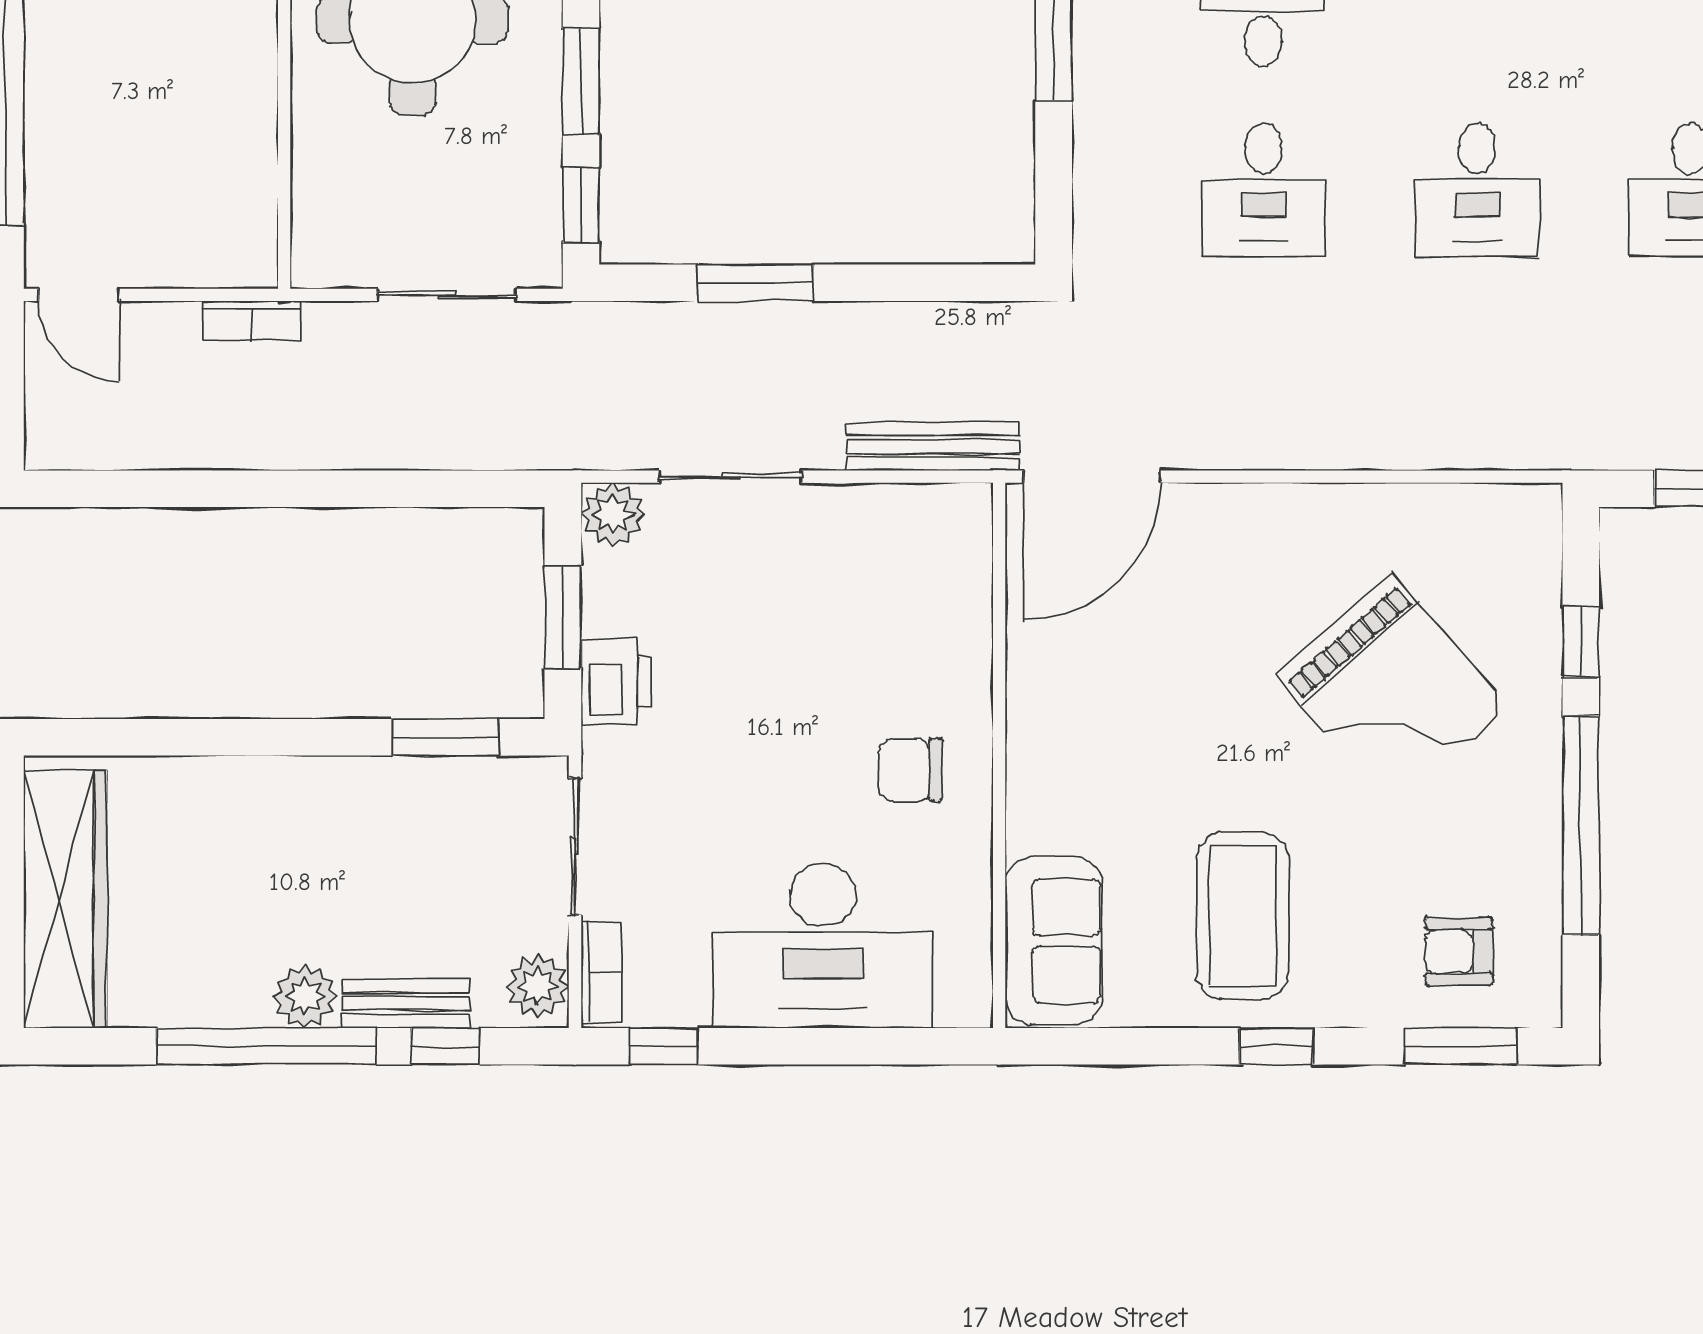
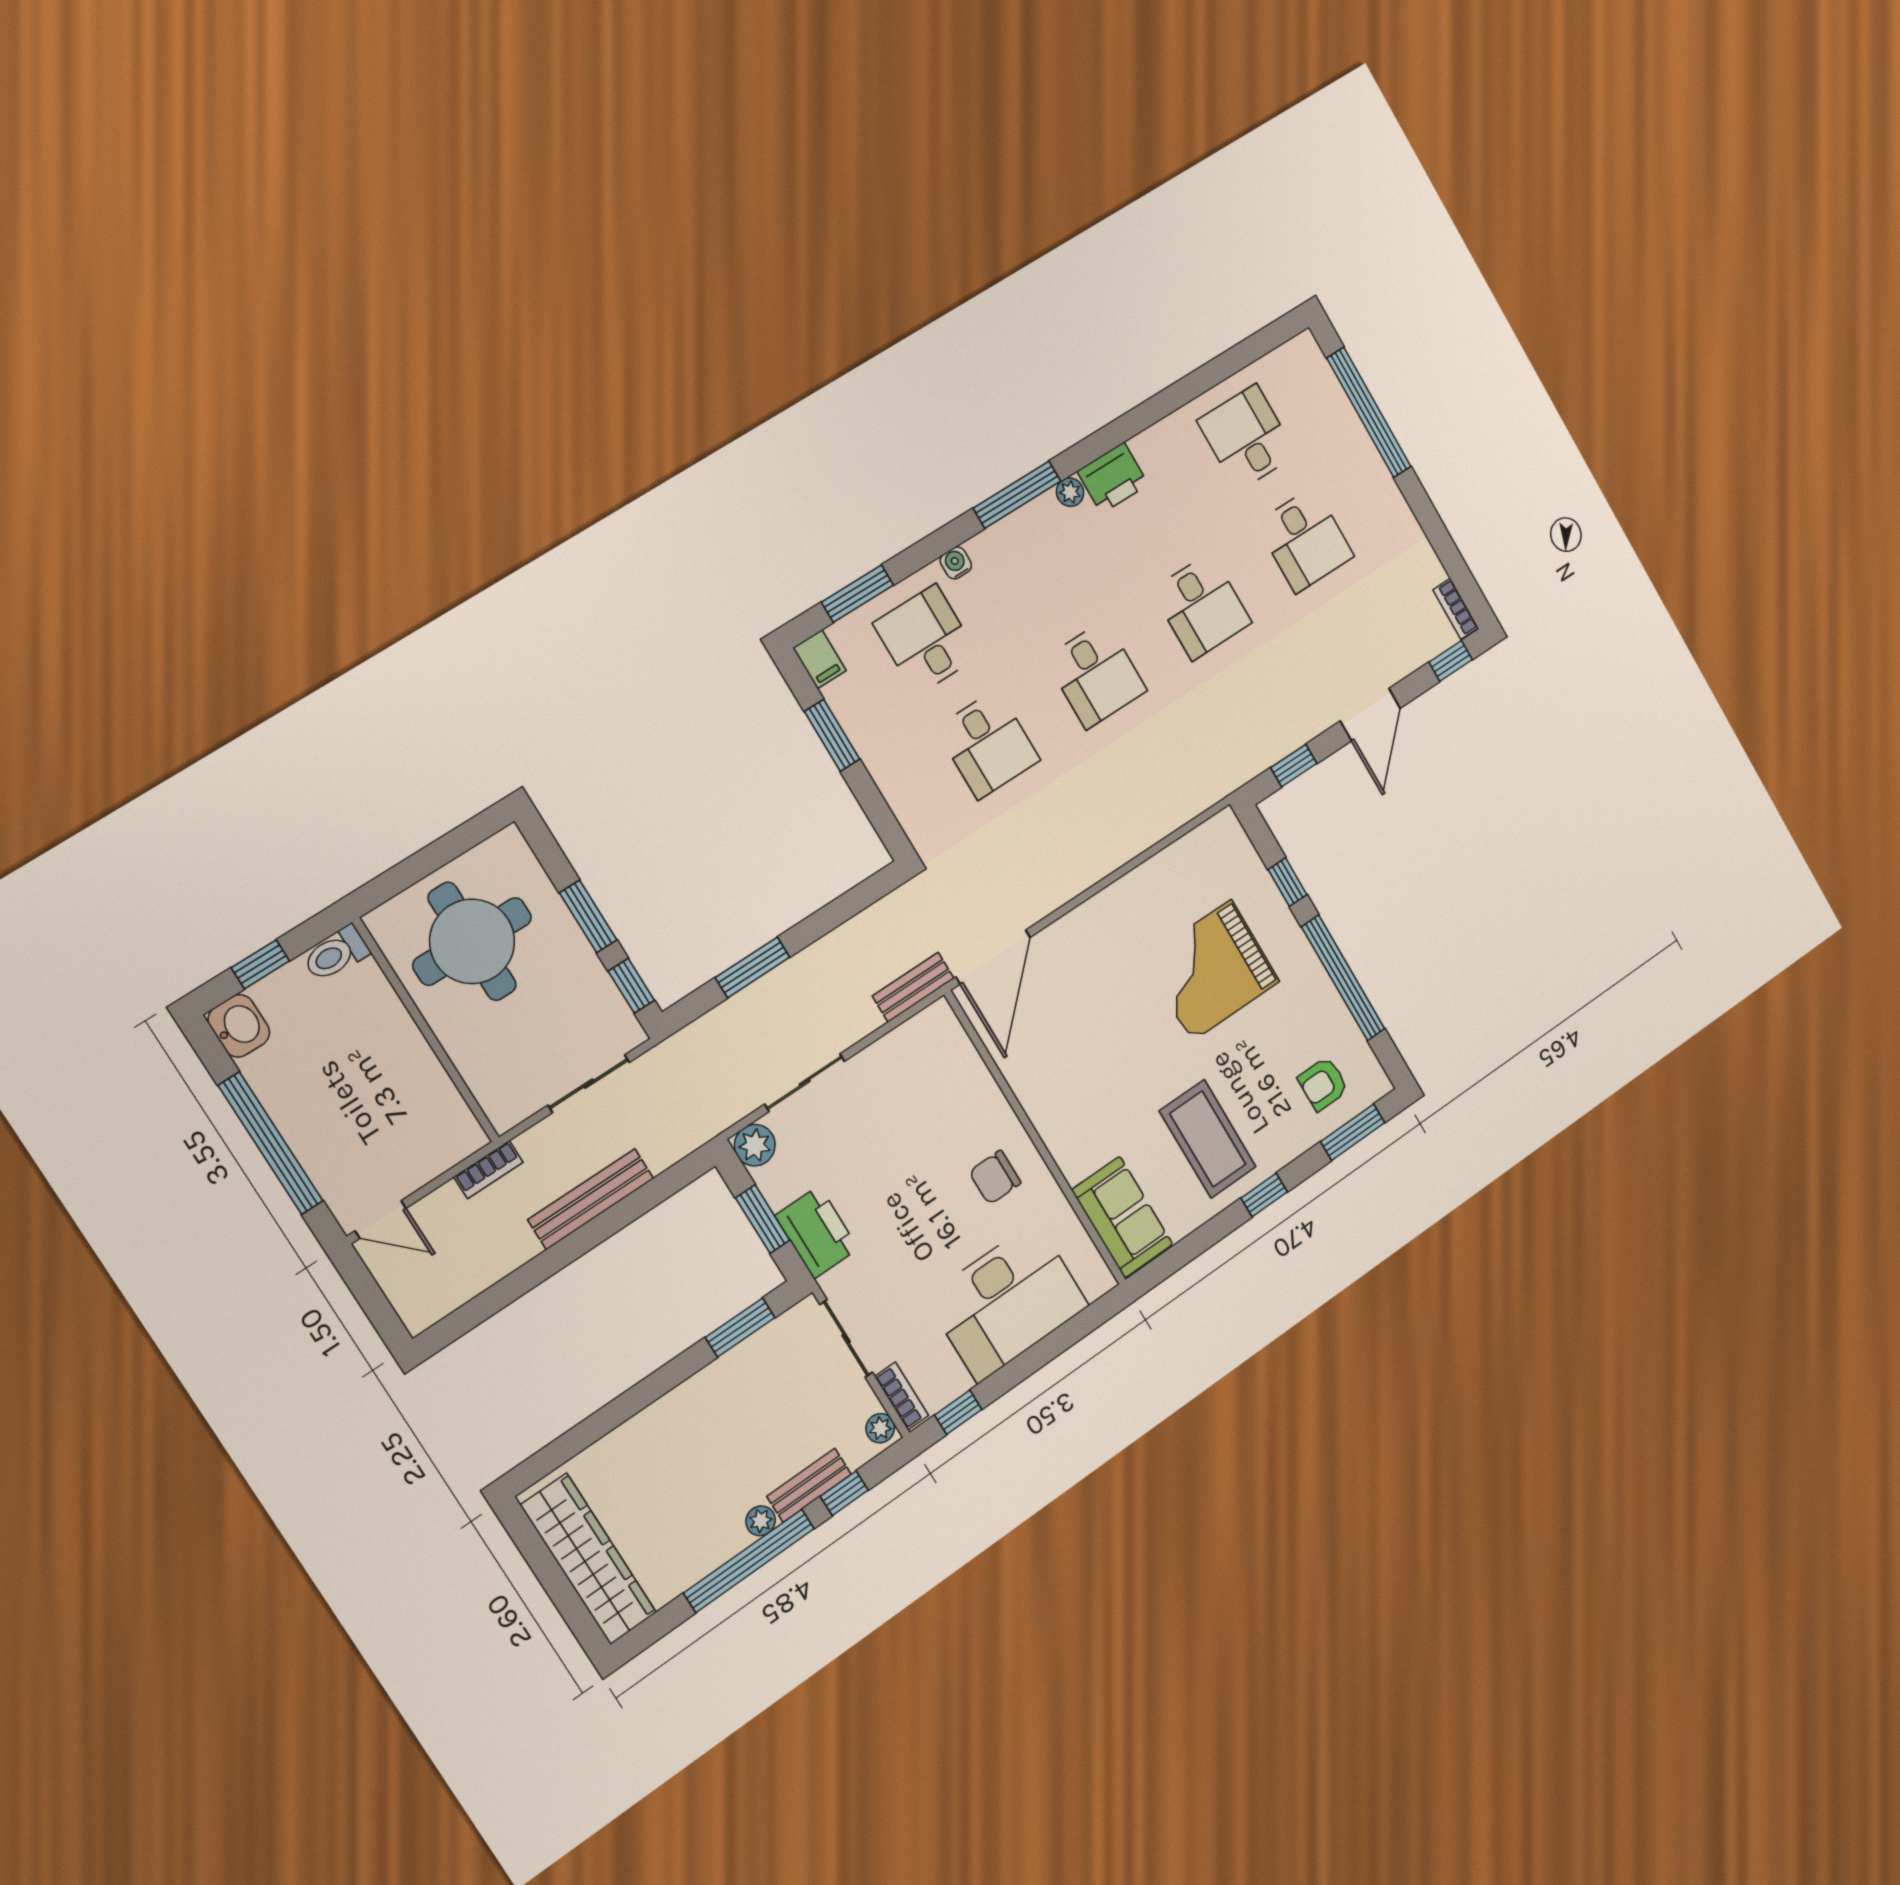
bench: (357, 443) -> (591, 1199), added
bench: (933, 446) -> (913, 987), width x0.73
printer: (616, 682) -> (817, 1232), width x1.37, depth x1.19
grand piano: (1392, 692) -> (1211, 970), turned 131
plant: (538, 986) -> (880, 1428), width x0.73, depth x0.73
plant: (305, 997) -> (761, 1521), width x0.73, depth x0.73

